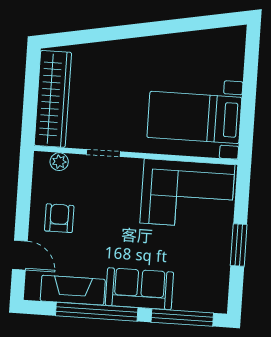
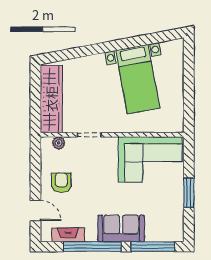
bed with nightstands: (194, 117) -> (138, 79), moved, turned -101
fireplace: (73, 290) -> (68, 235), width x0.73, depth x0.76

